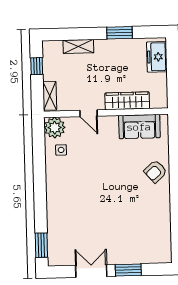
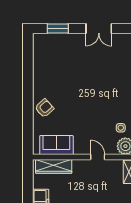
wardrobe: (127, 101) -> (54, 166), moved
window: (128, 270) -> (58, 29), moved

